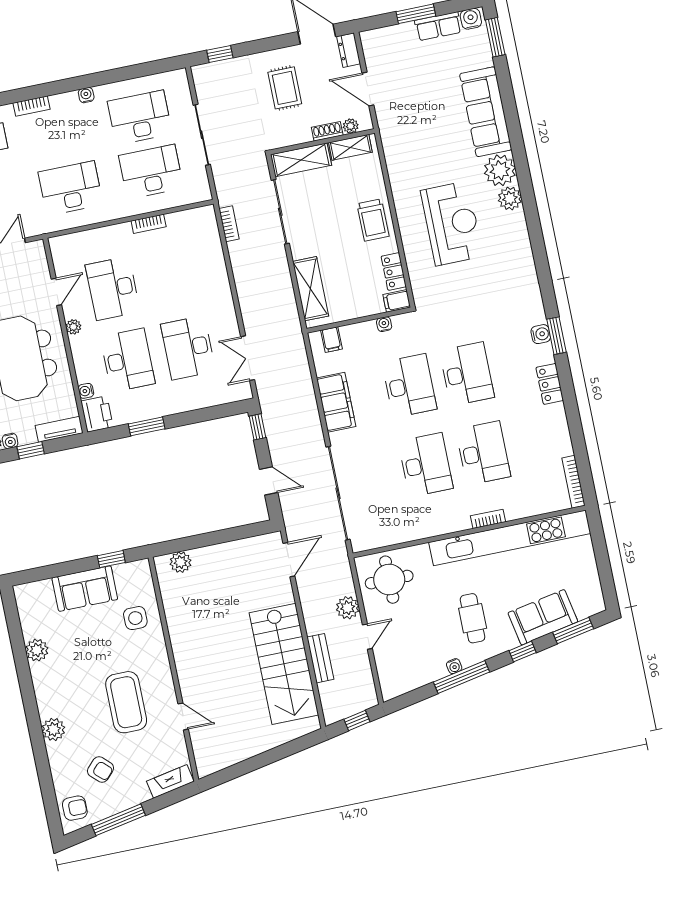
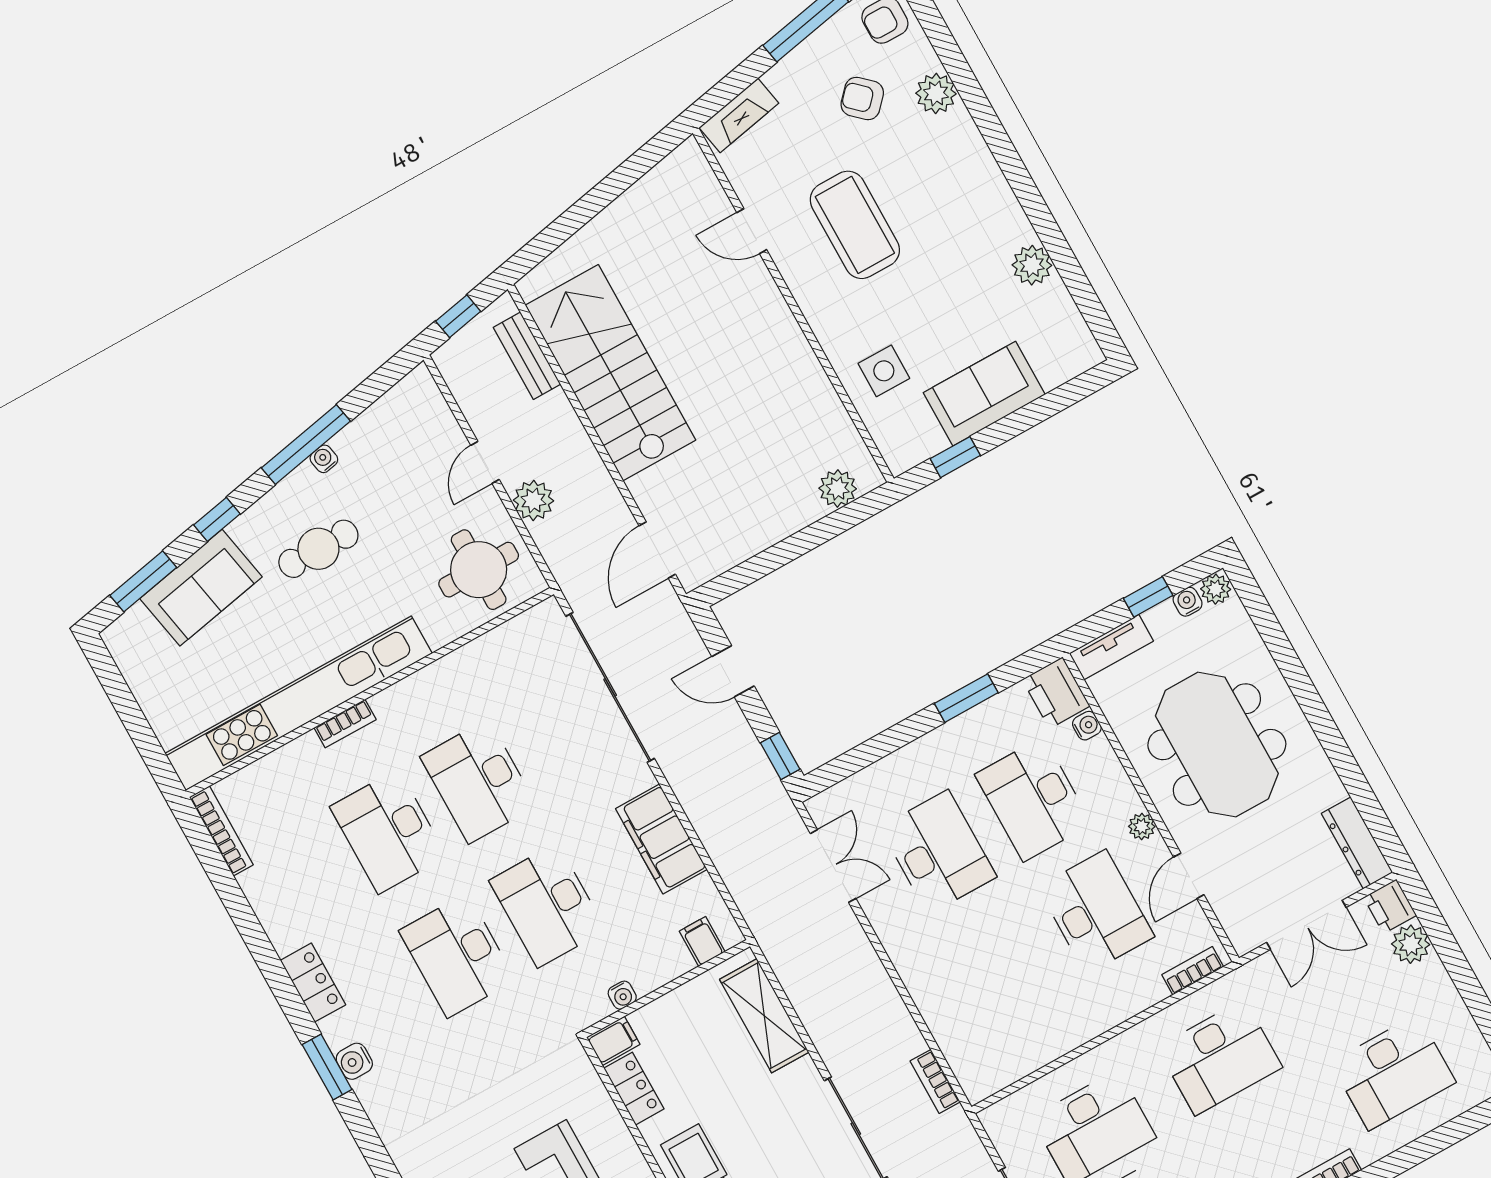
bookcase: (149, 224) -> (1193, 971), moved
cafe table: (473, 618) -> (318, 549), turned 90
bench: (320, 658) -> (527, 356), moved
plant: (53, 729) -> (936, 93), moved

